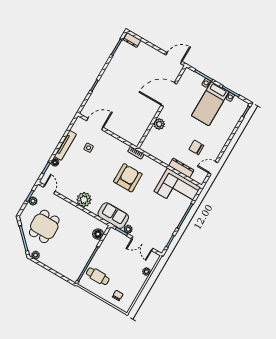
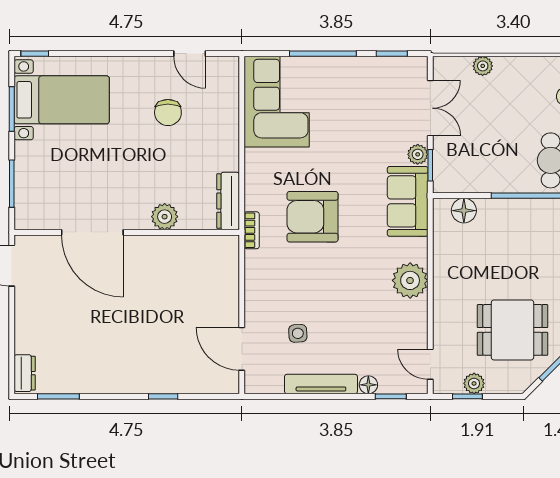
bed with nightstands: (210, 104) -> (62, 100), moved
dresser: (181, 168) -> (228, 201), moved
door: (49, 189) -> (430, 364), hinge flipped

